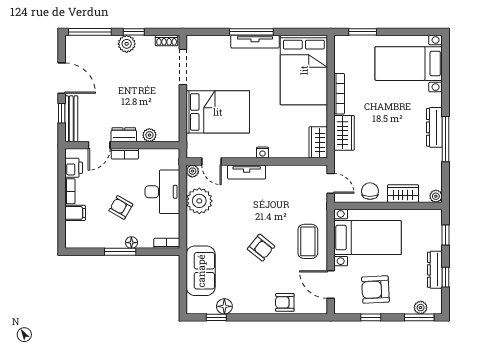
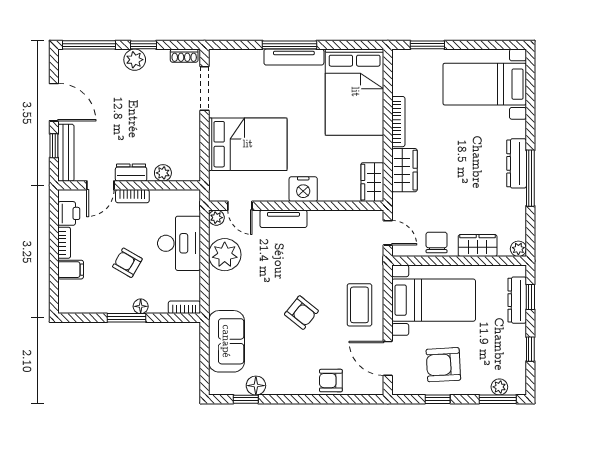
nightstand: (262, 153) -> (303, 189), width x1.89, depth x1.79
dresser: (435, 270) -> (517, 300), moved

